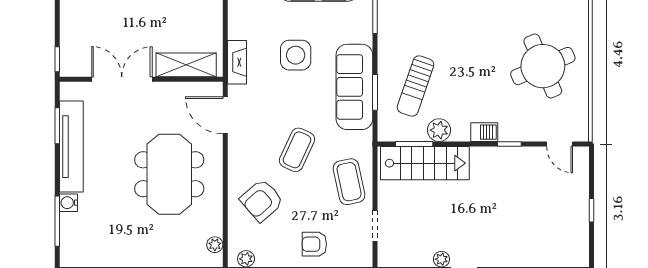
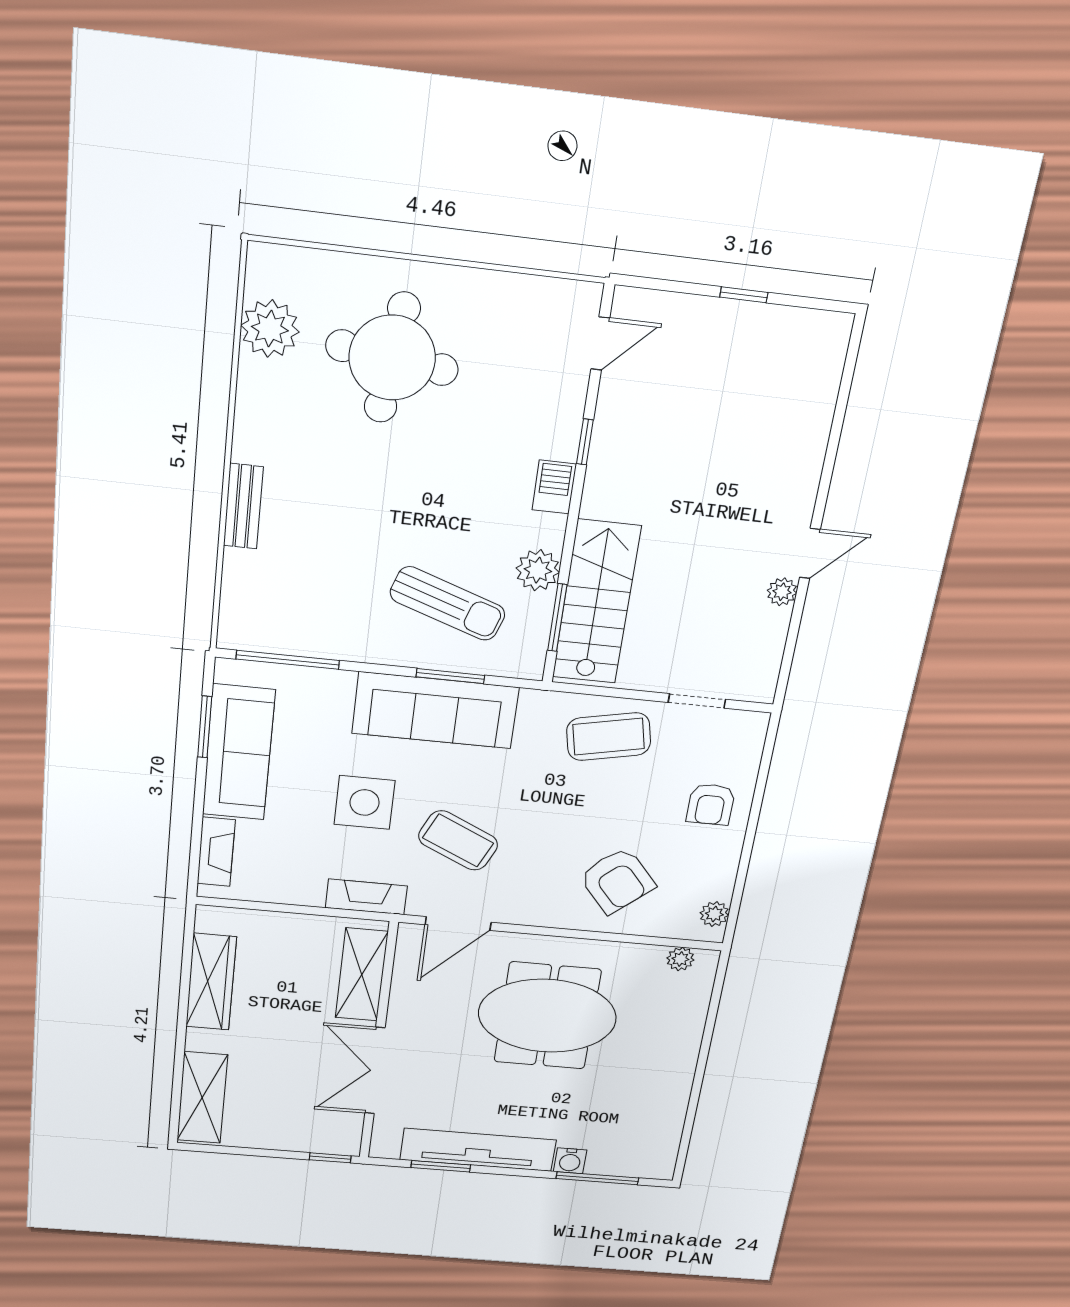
round table: (543, 66) -> (392, 358), moved, turned 30
coffee table: (297, 150) -> (458, 840), moved

